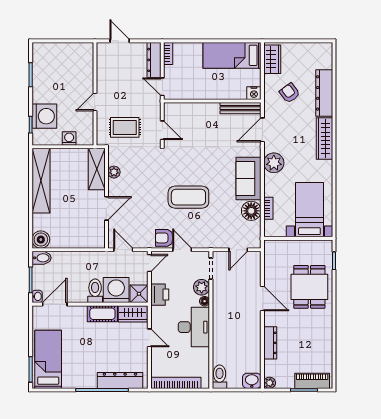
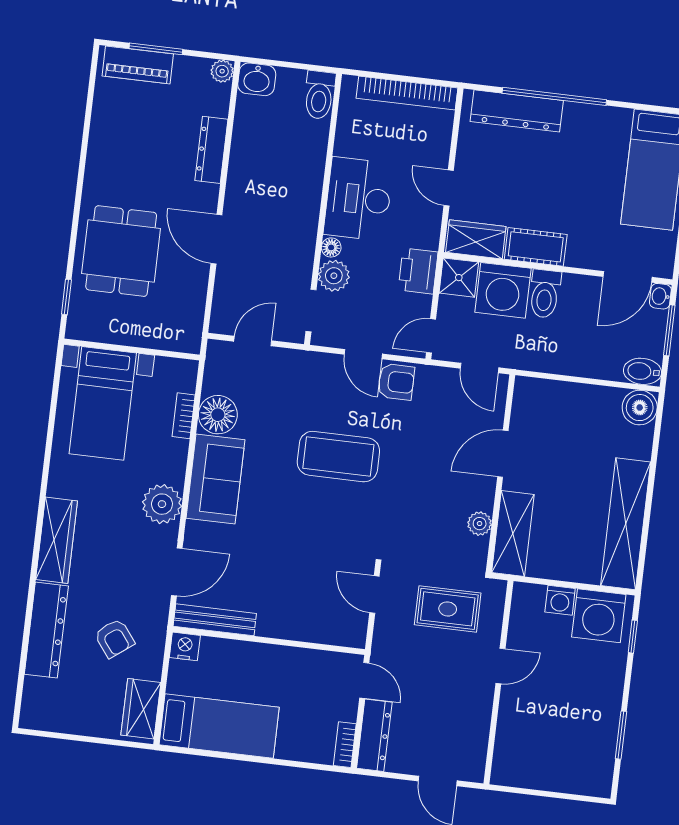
washing machine: (44, 116) -> (599, 616), moved, turned -90

